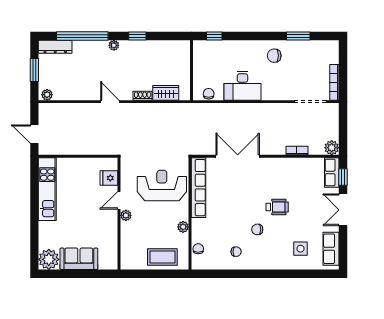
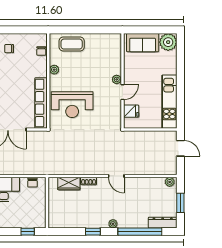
fridge: (109, 178) -> (131, 111), moved
door: (119, 200) -> (122, 92), moved
wall: (119, 214) -> (122, 81), moved
plant: (126, 215) -> (117, 79), moved

